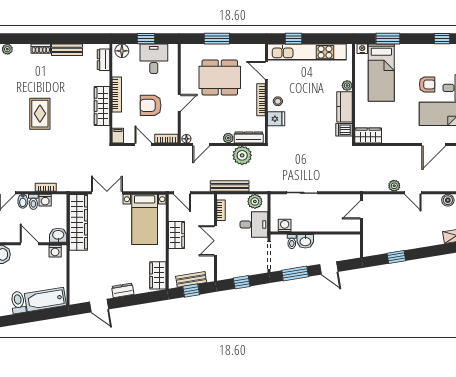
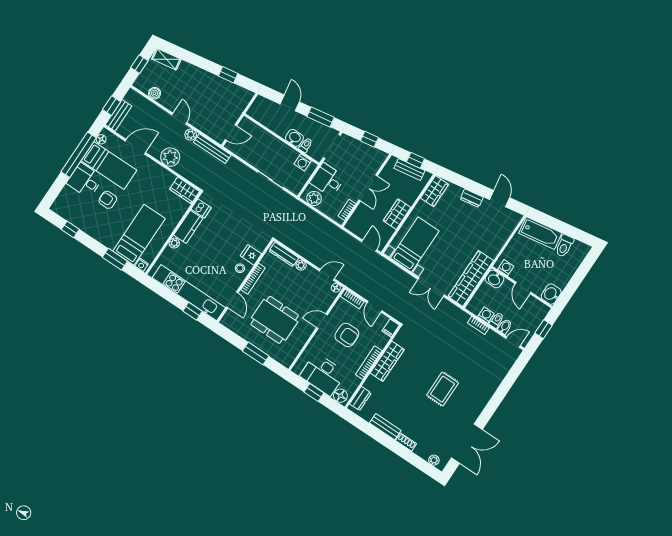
desk: (154, 59) -> (323, 374), width x1.37
plant: (242, 155) -> (170, 157), moved
bench: (230, 186) -> (212, 149), moved

